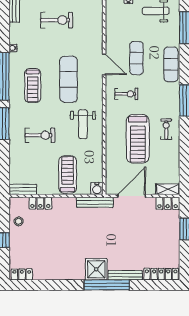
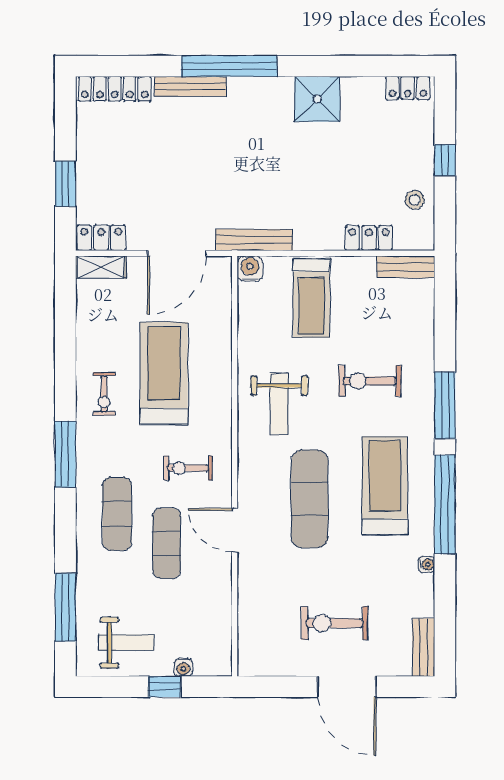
exercise mat: (171, 64) -> (117, 514), moved
treadmill: (33, 86) -> (385, 486), width x1.37, depth x1.38
weight bench: (83, 124) -> (279, 404), turned 180
shower: (96, 269) -> (317, 99), moved

